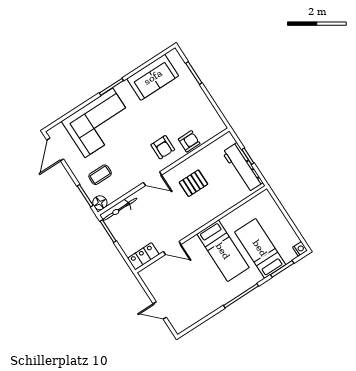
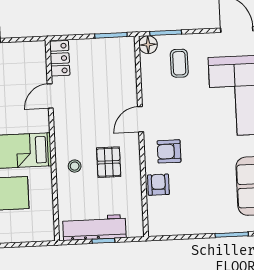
armchair: (189, 141) -> (158, 185), turned 180
stool: (209, 204) -> (75, 166), added
bicycle: (120, 209) -> (128, 63), removed

